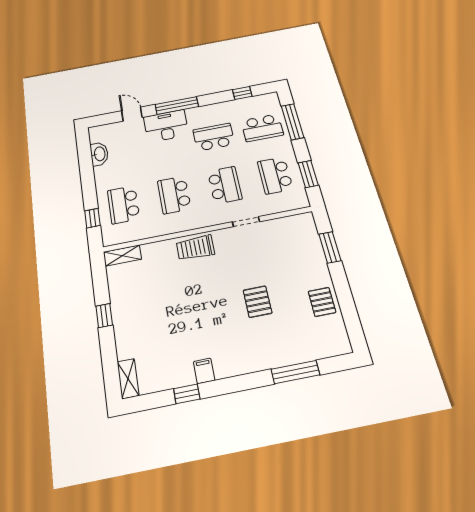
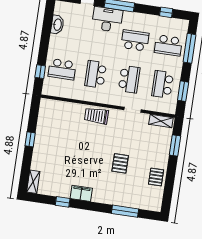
school desk: (124, 205) -> (62, 69), turned -90
shelving: (122, 256) -> (161, 121), moved
filing cabinet: (204, 371) -> (81, 193), width x2.00

